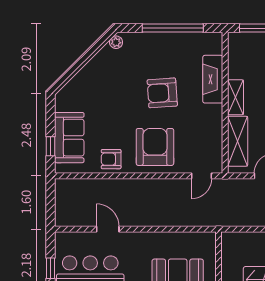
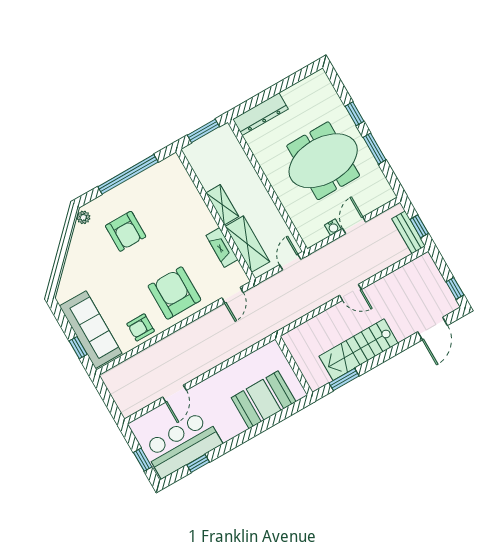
fireplace: (213, 79) -> (222, 248), moved, width x0.73, depth x0.76
armchair: (162, 93) -> (126, 231), moved, turned -86
sofa: (69, 138) -> (91, 330), width x1.36
door: (108, 229) -> (174, 394), swing flipped

